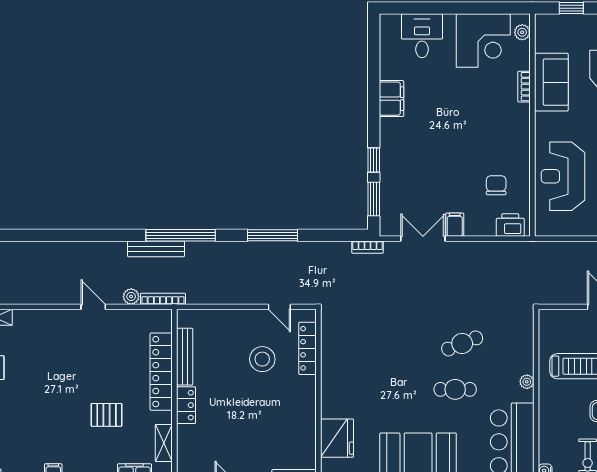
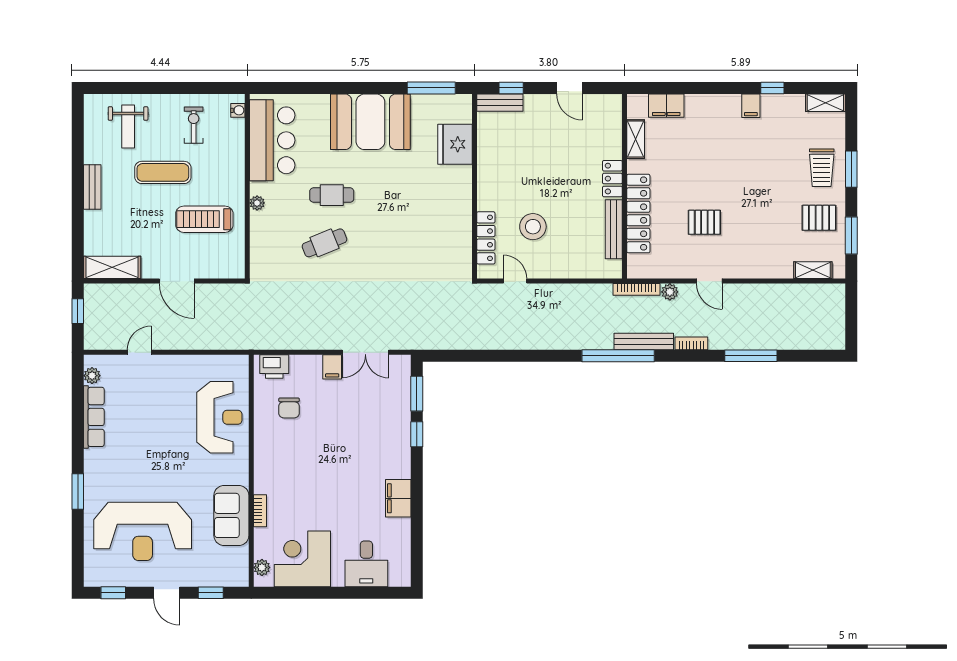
window: (273, 235) -> (751, 356), moved
bookcase: (368, 247) -> (691, 343), moved
pallet: (107, 415) -> (704, 222), moved

